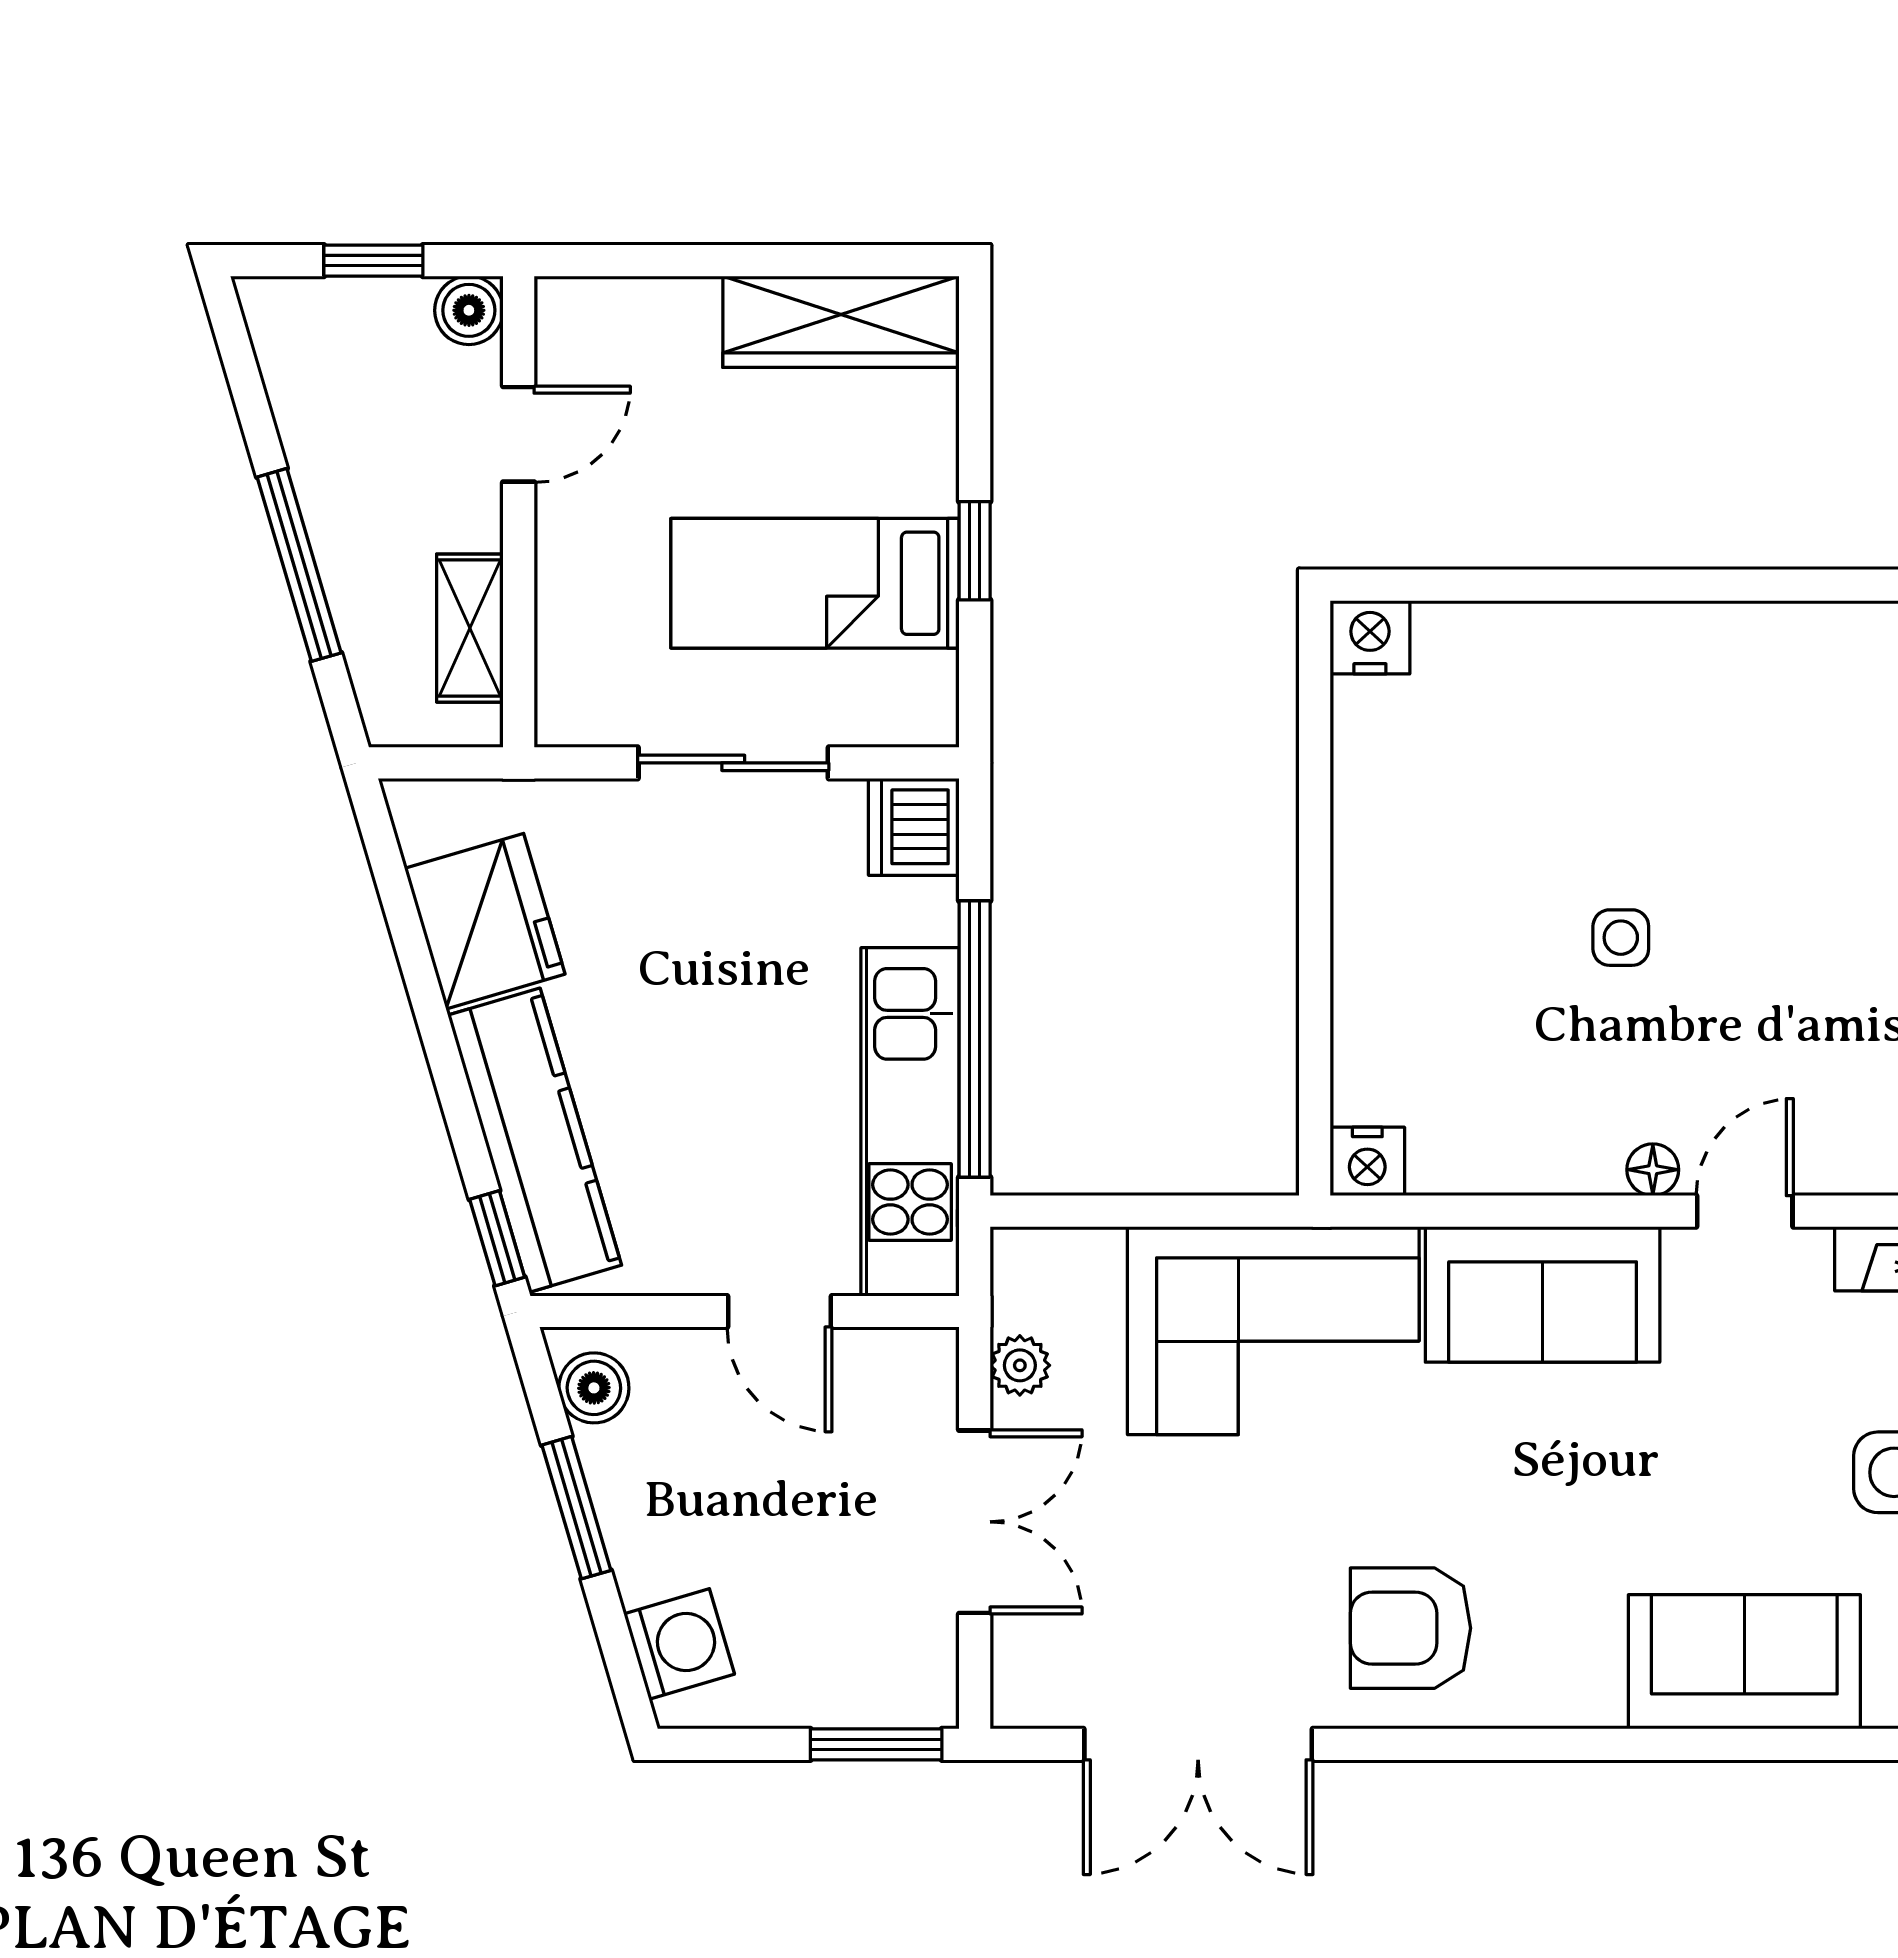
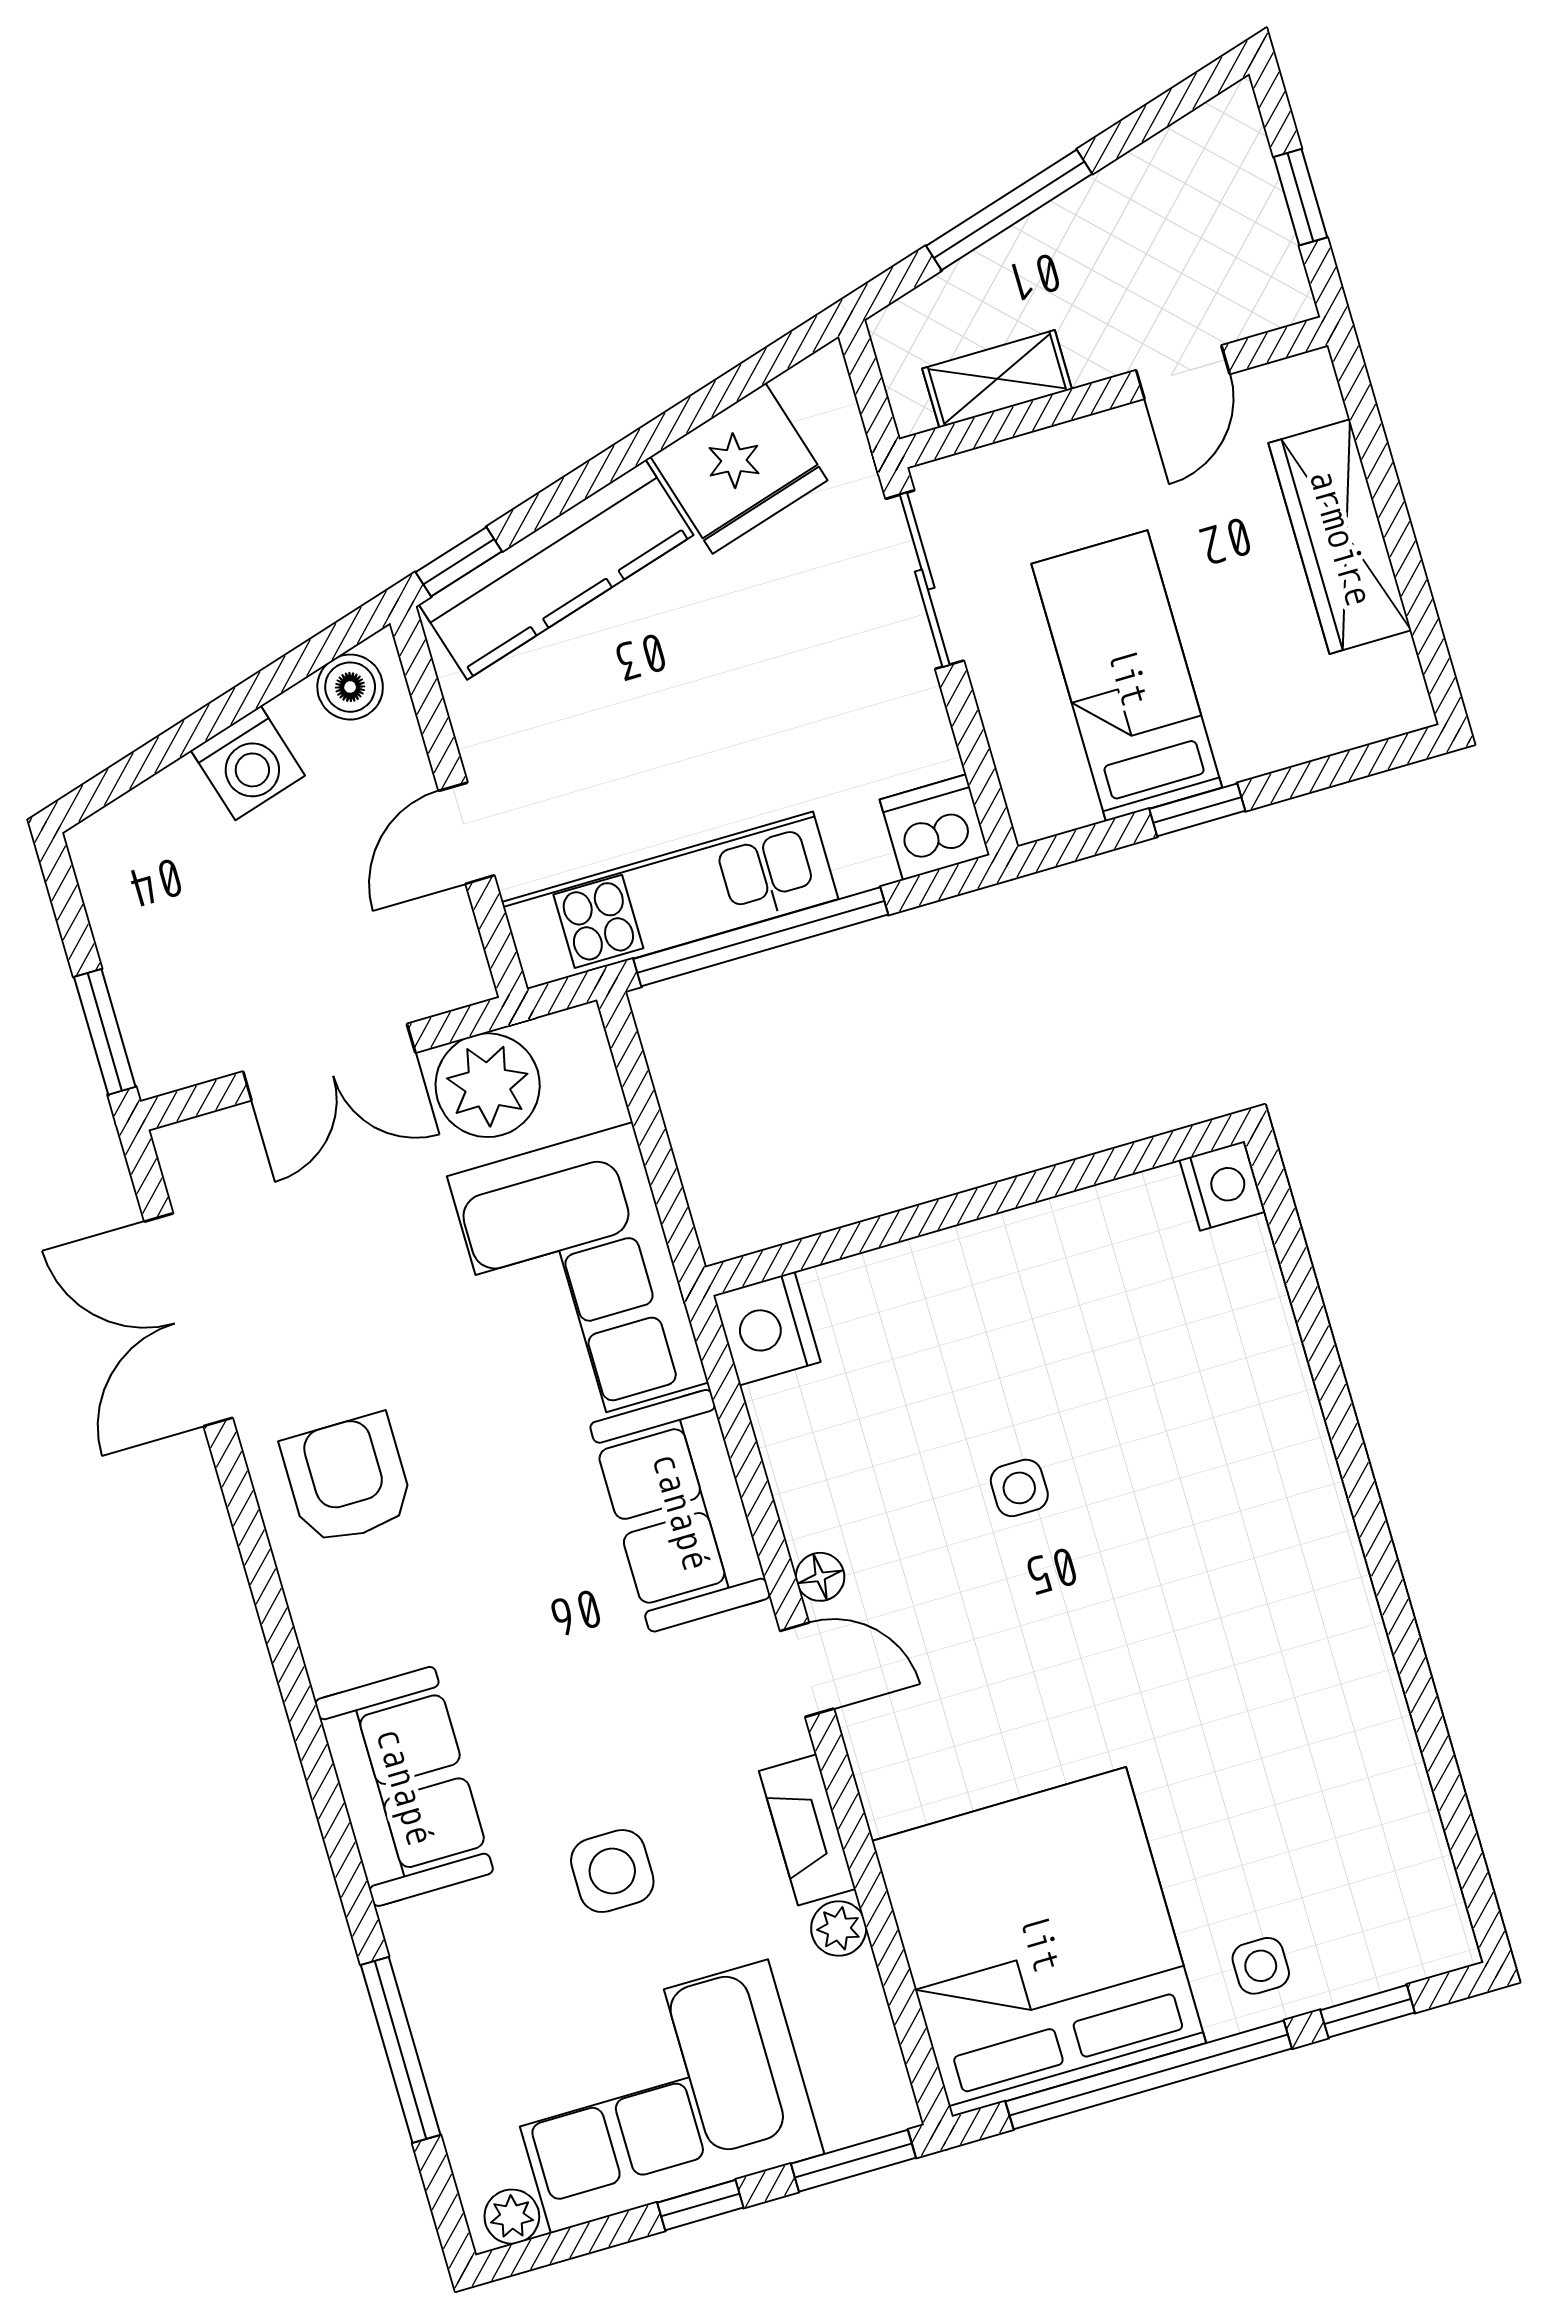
boiler: (469, 310) -> (1281, 295), removed
wardrobe: (841, 322) -> (1340, 537), moved
door: (519, 434) -> (1183, 372), hinge flipped
sliding door: (733, 763) -> (925, 580), moved
nightstand: (1367, 1161) -> (767, 1329), width x1.36, depth x1.33
plant: (1020, 1365) -> (488, 1085), width x1.88, depth x1.88
window: (576, 1508) -> (239, 703), removed
washing machine: (679, 1644) -> (248, 763), moved

